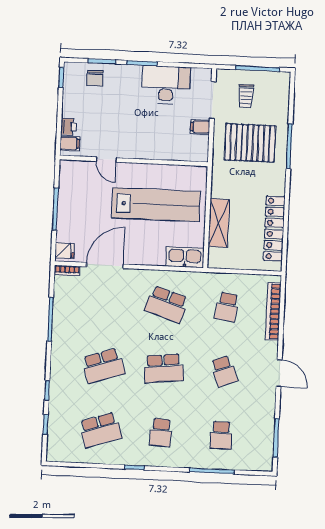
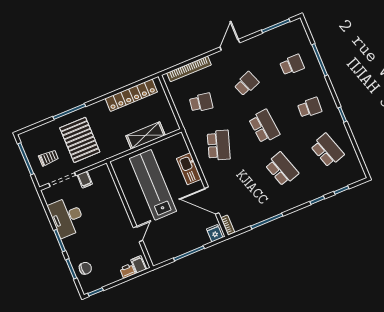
kitchen sink: (185, 257) -> (189, 169), moved

